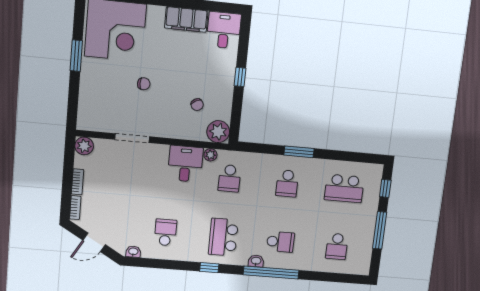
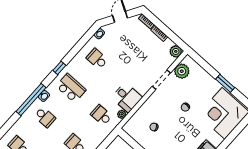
plant: (218, 132) -> (182, 71), moved
school desk: (165, 232) -> (97, 59), turned 180
school desk: (280, 242) -> (45, 117), turned -90

